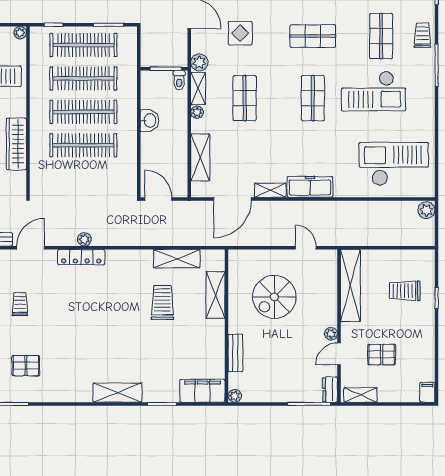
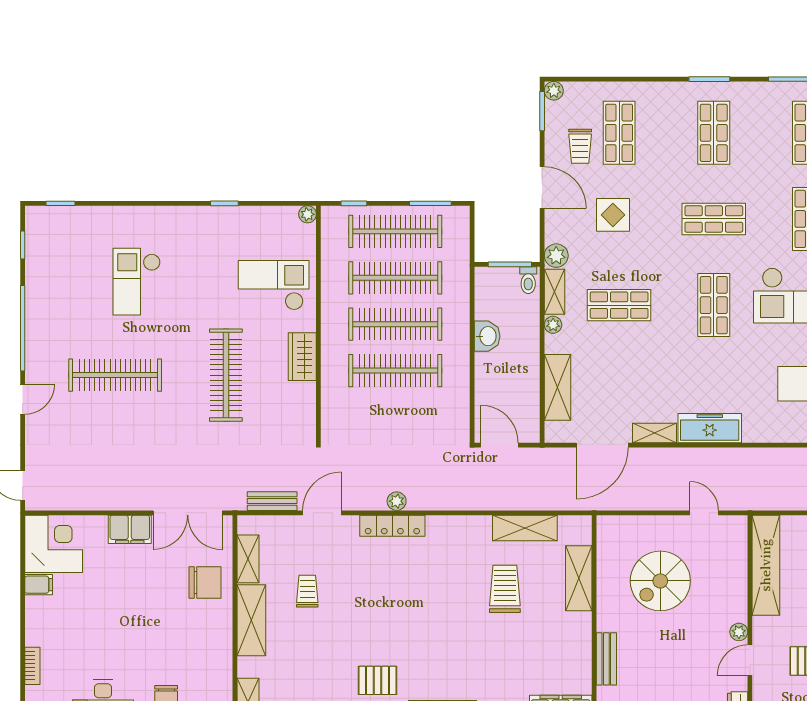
shop shelf: (245, 98) -> (619, 305), turned 90
wardrobe: (16, 144) -> (302, 357), width x0.67
pallet: (26, 366) -> (377, 680), moved

